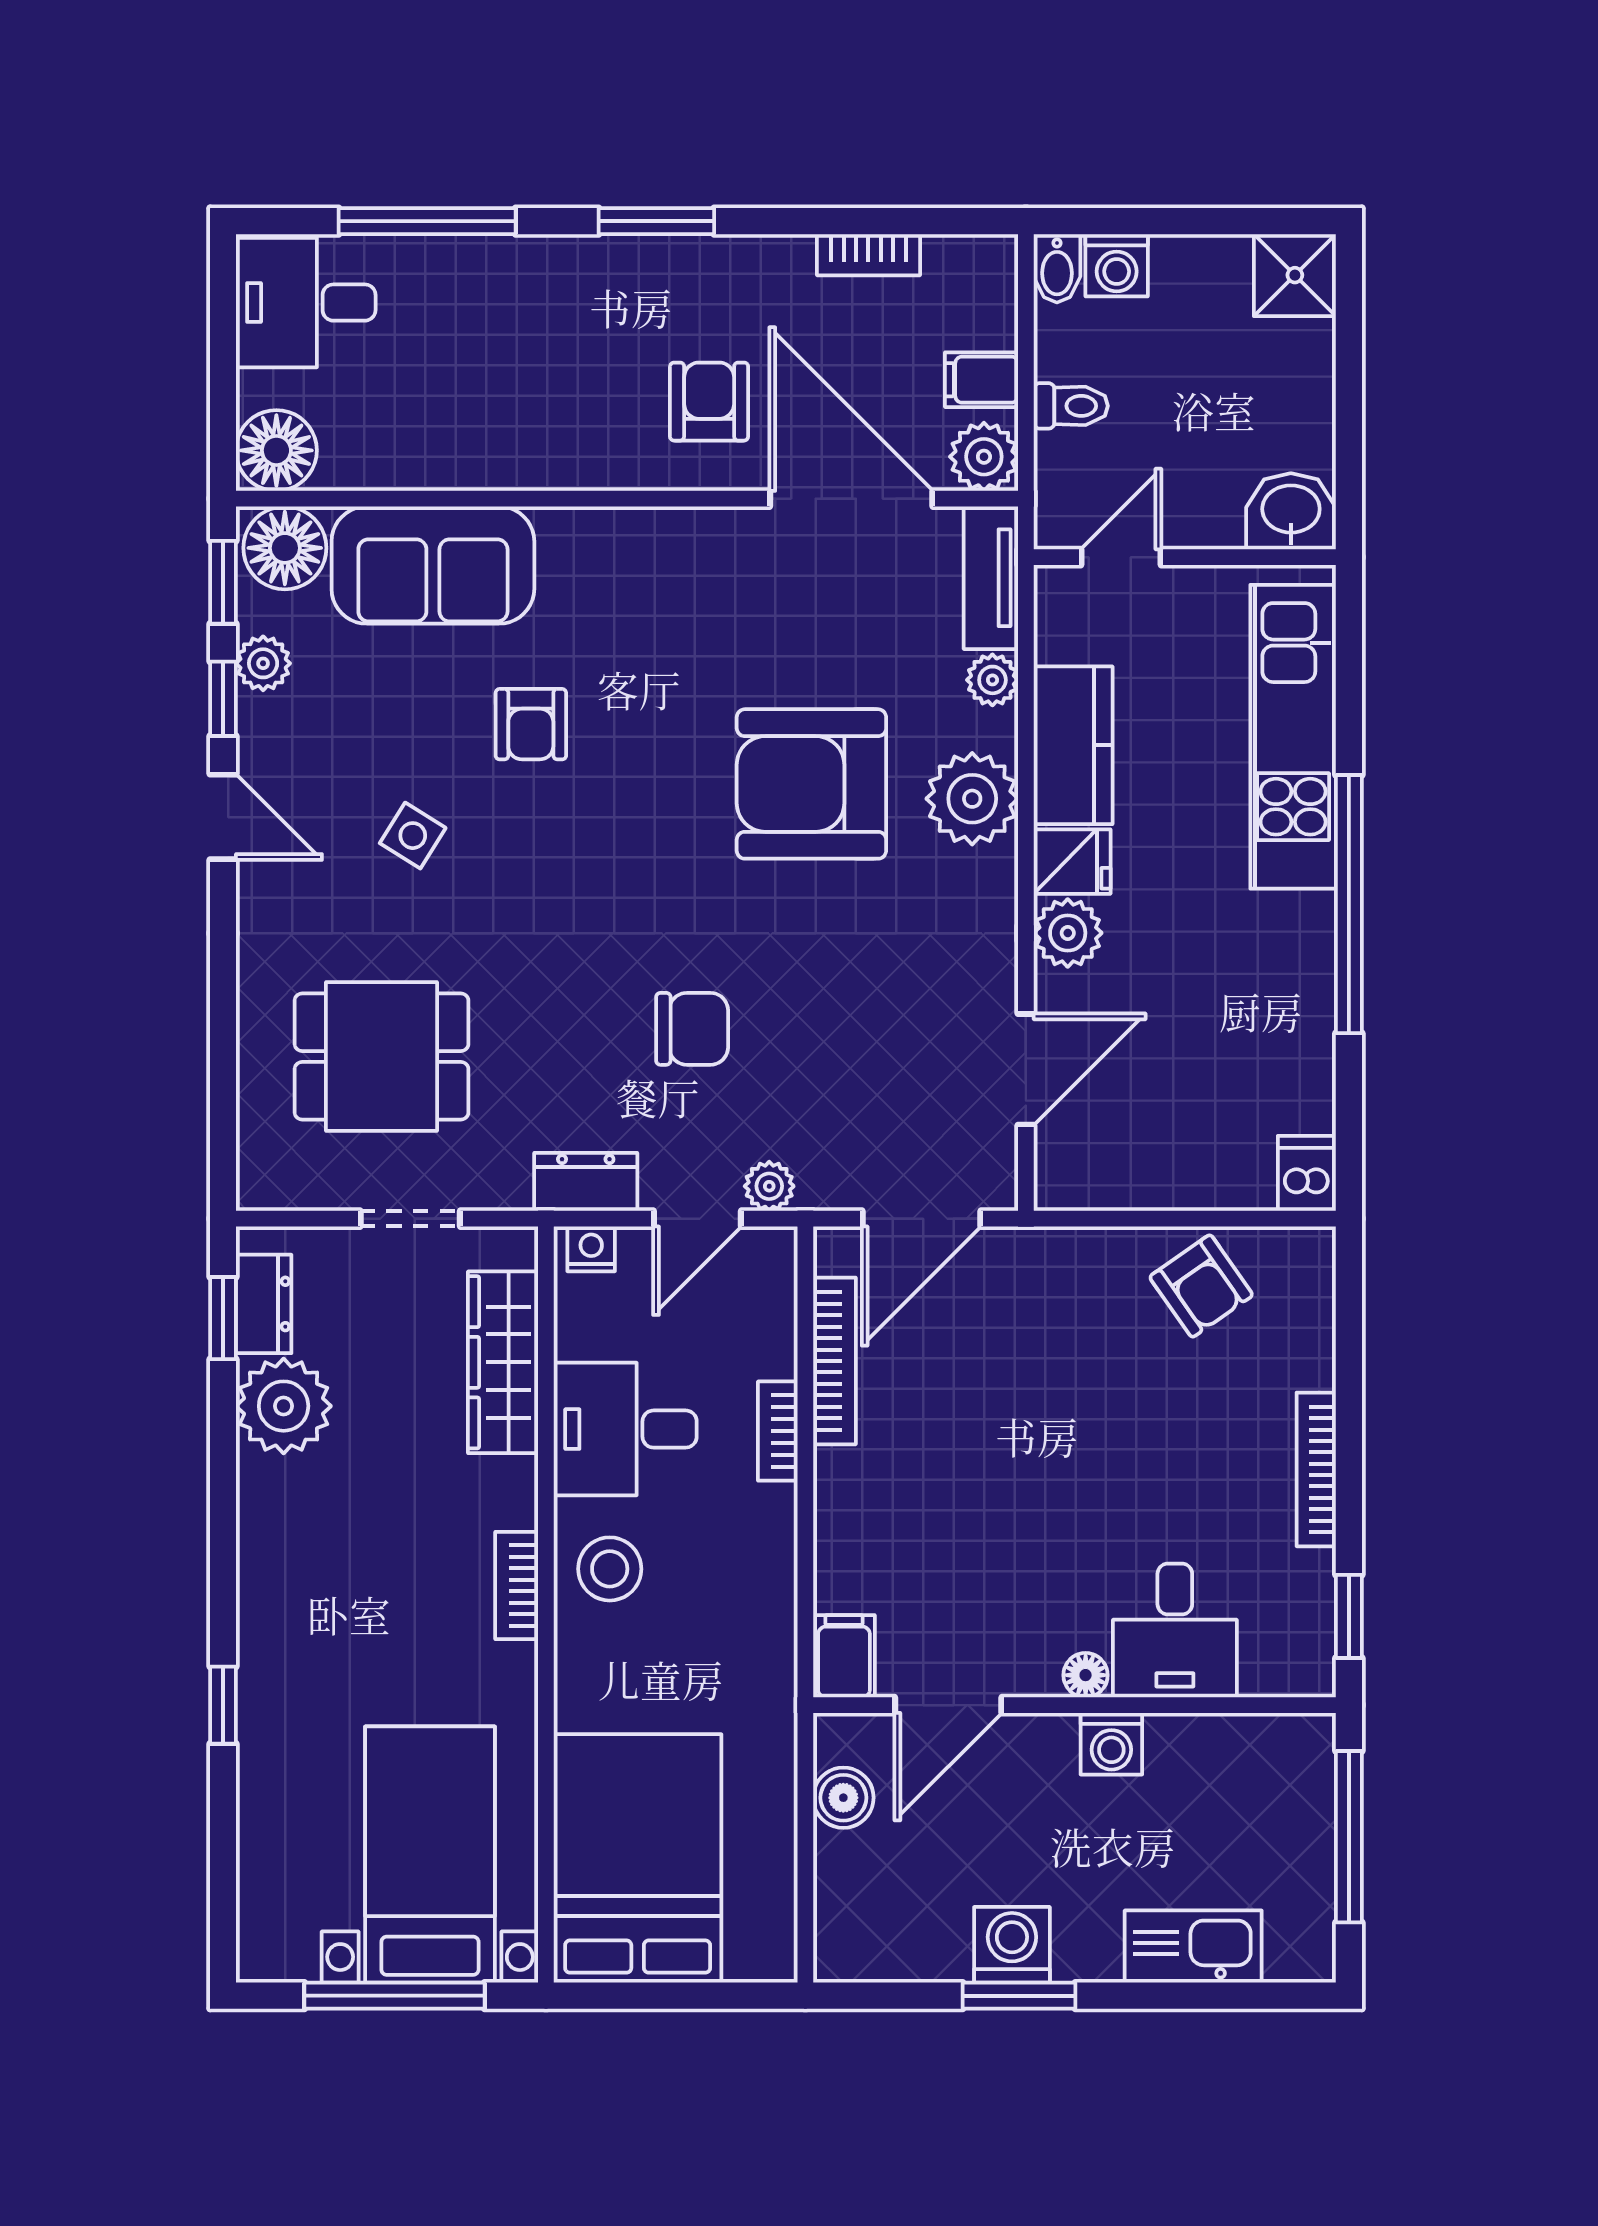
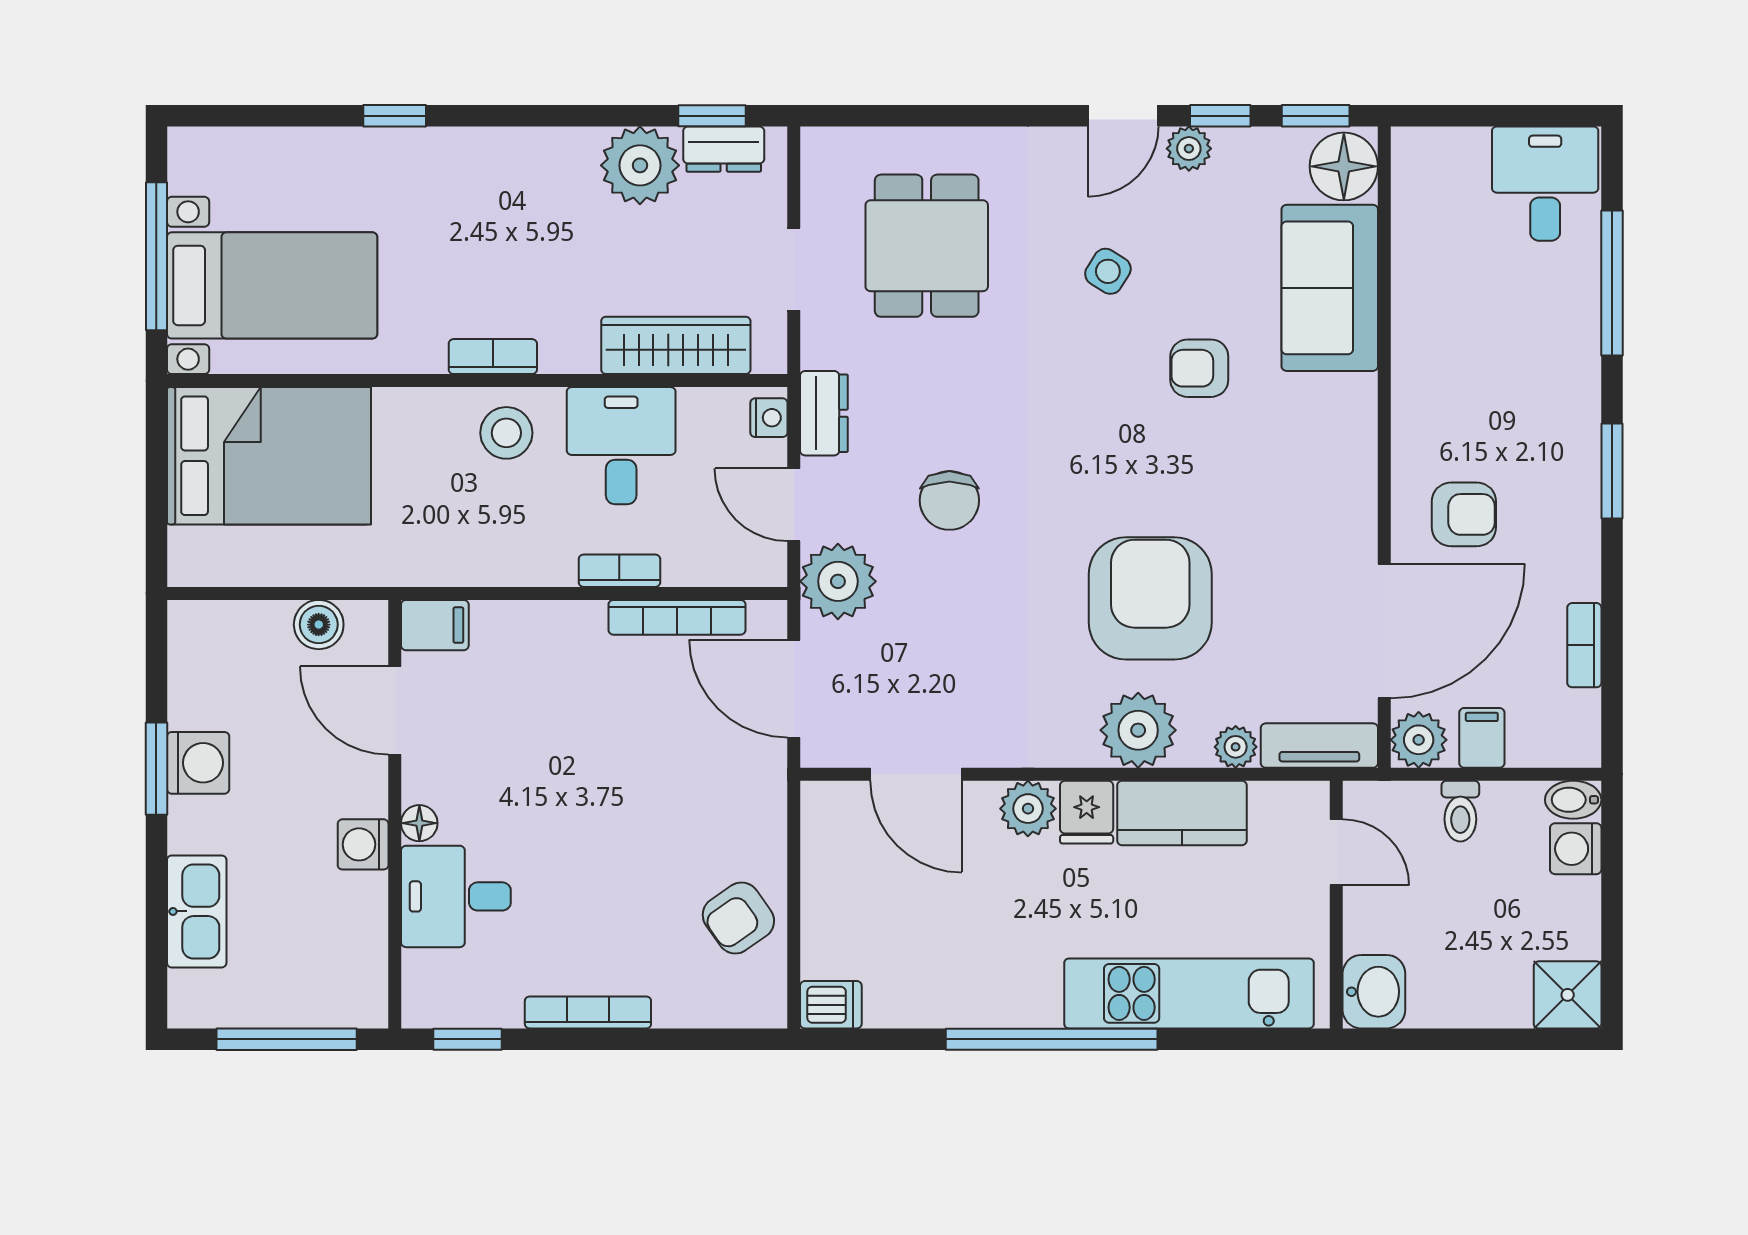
floor lamp: (276, 450) -> (1424, 159), removed
plant: (263, 663) -> (1189, 149), moved
plant: (769, 1186) -> (838, 581), width x1.88, depth x1.88

